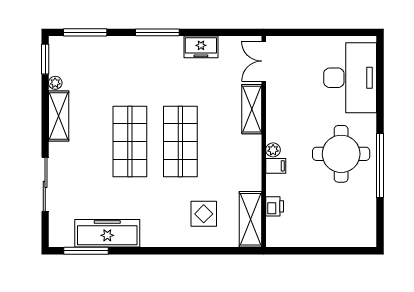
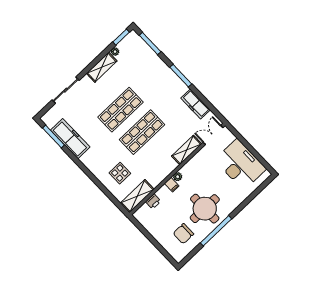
freezer: (201, 47) -> (196, 104), width x1.40
desk: (350, 78) -> (240, 165), moved, turned -90
chair: (347, 207) -> (183, 234), added

